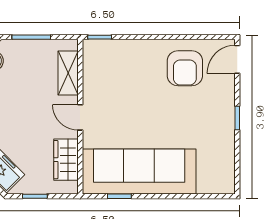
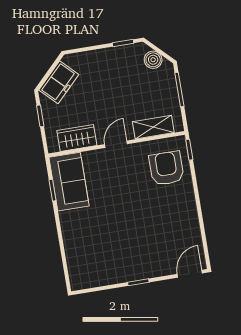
door: (237, 59) -> (190, 274), hinge flipped
armchair: (185, 68) -> (166, 168), moved, turned 90
sofa: (139, 172) -> (69, 182), width x0.54, depth x0.79

